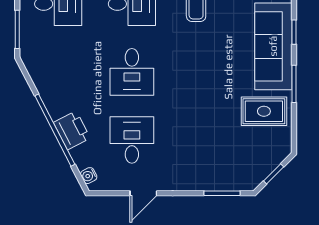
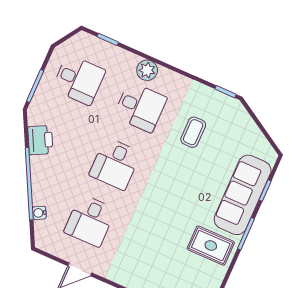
printer: (72, 130) -> (40, 140), moved
desk: (132, 140) -> (90, 221), turned 180
water cooler: (89, 176) -> (39, 213), moved

